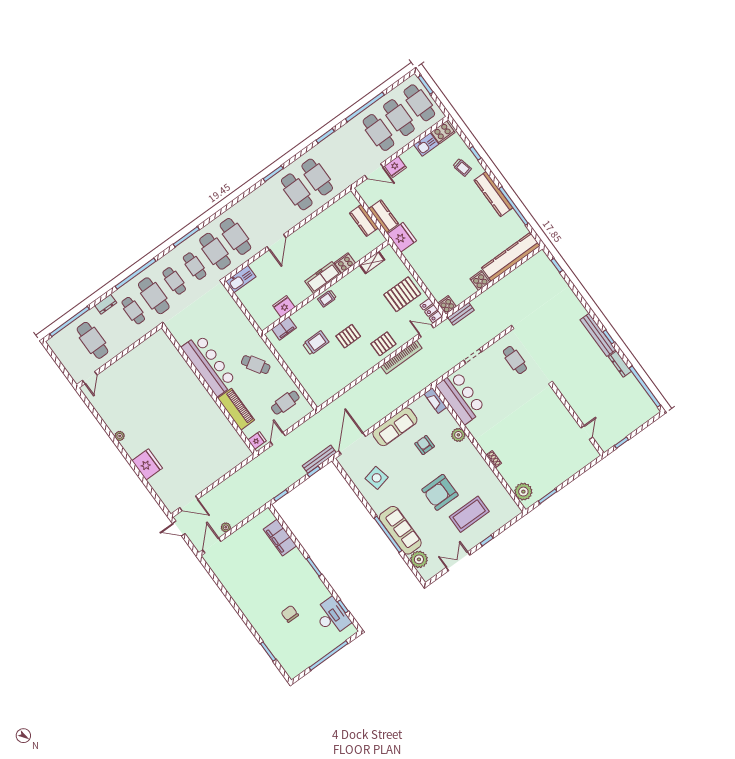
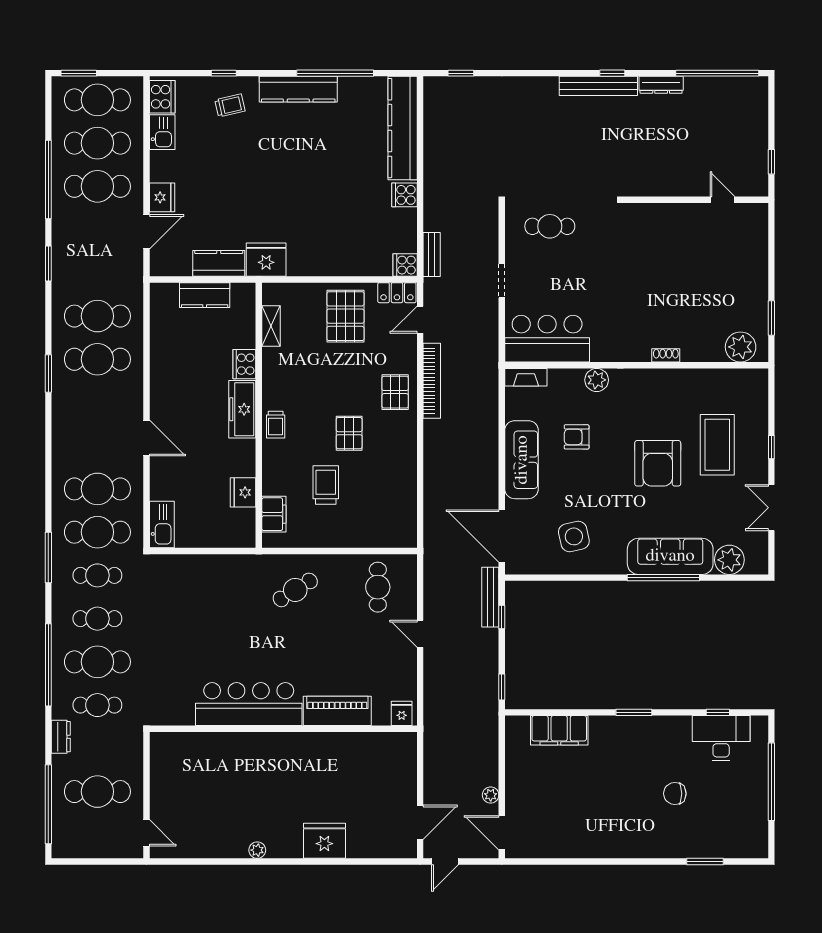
bar counter: (209, 365) -> (249, 704), moved
wall: (209, 390) -> (283, 729), moved
piano: (236, 409) -> (337, 711), moved
fridge: (257, 440) -> (402, 713), moved

